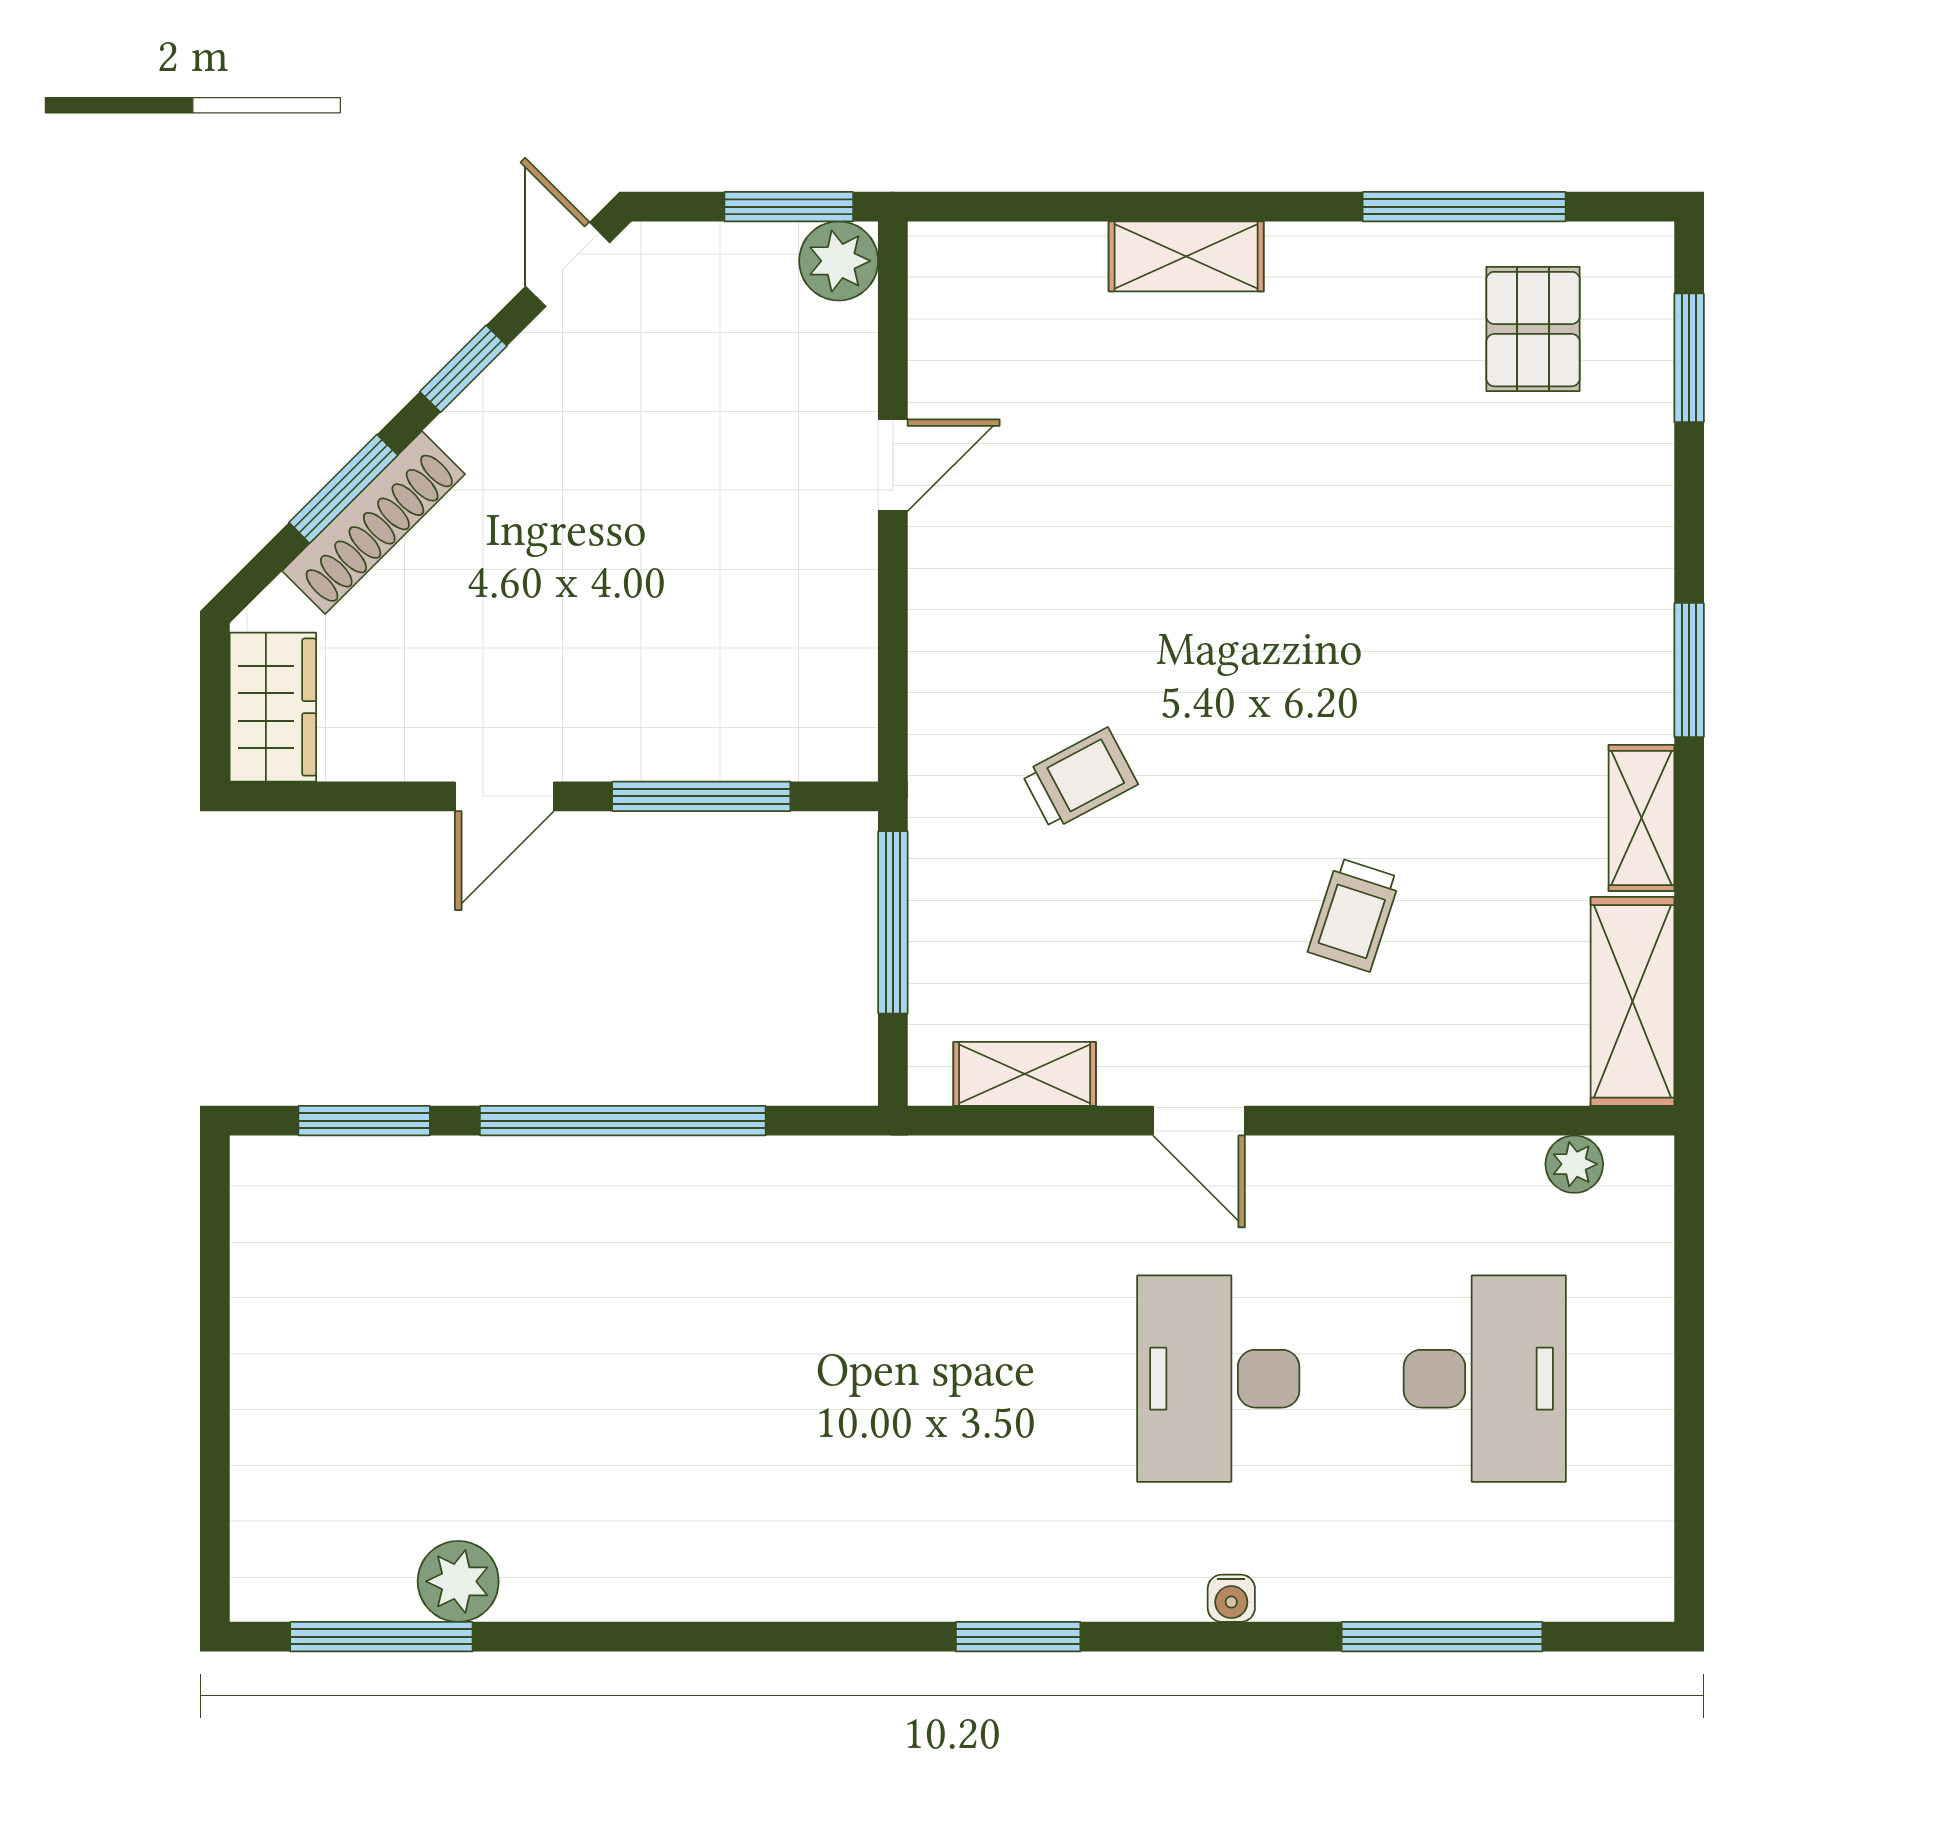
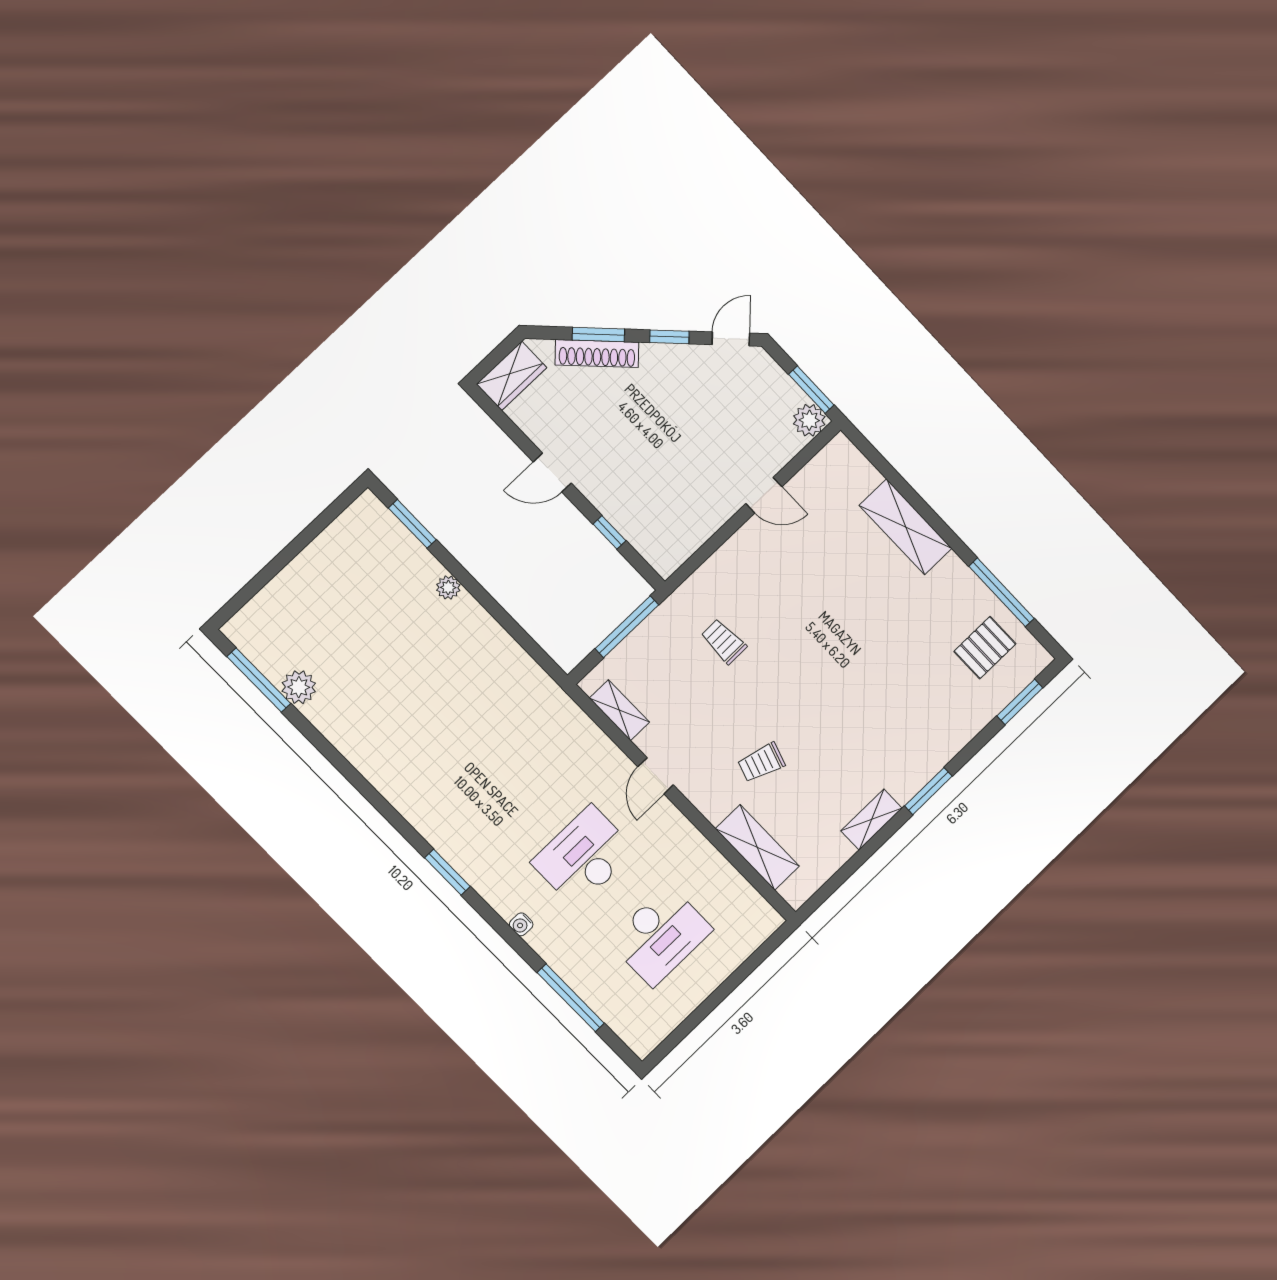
shelving: (1186, 256) -> (906, 527), width x1.50, depth x1.33
trolley: (1080, 779) -> (724, 641), turned -153
window: (701, 796) -> (609, 532), width x0.46
shelving: (1632, 1001) -> (757, 847), moved, turned 90
window: (623, 1121) -> (488, 603), removed
plant: (1574, 1164) -> (448, 588), moved

